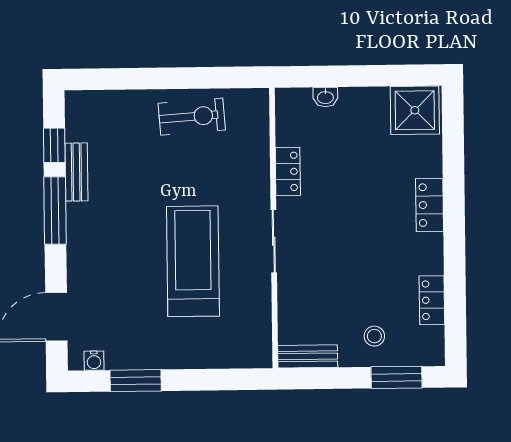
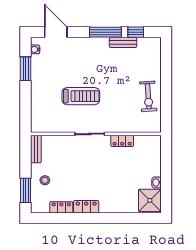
washbasin: (325, 97) -> (157, 182), moved
locker: (430, 205) -> (86, 207), moved
treadmill: (193, 261) -> (81, 96), width x0.73, depth x0.73

